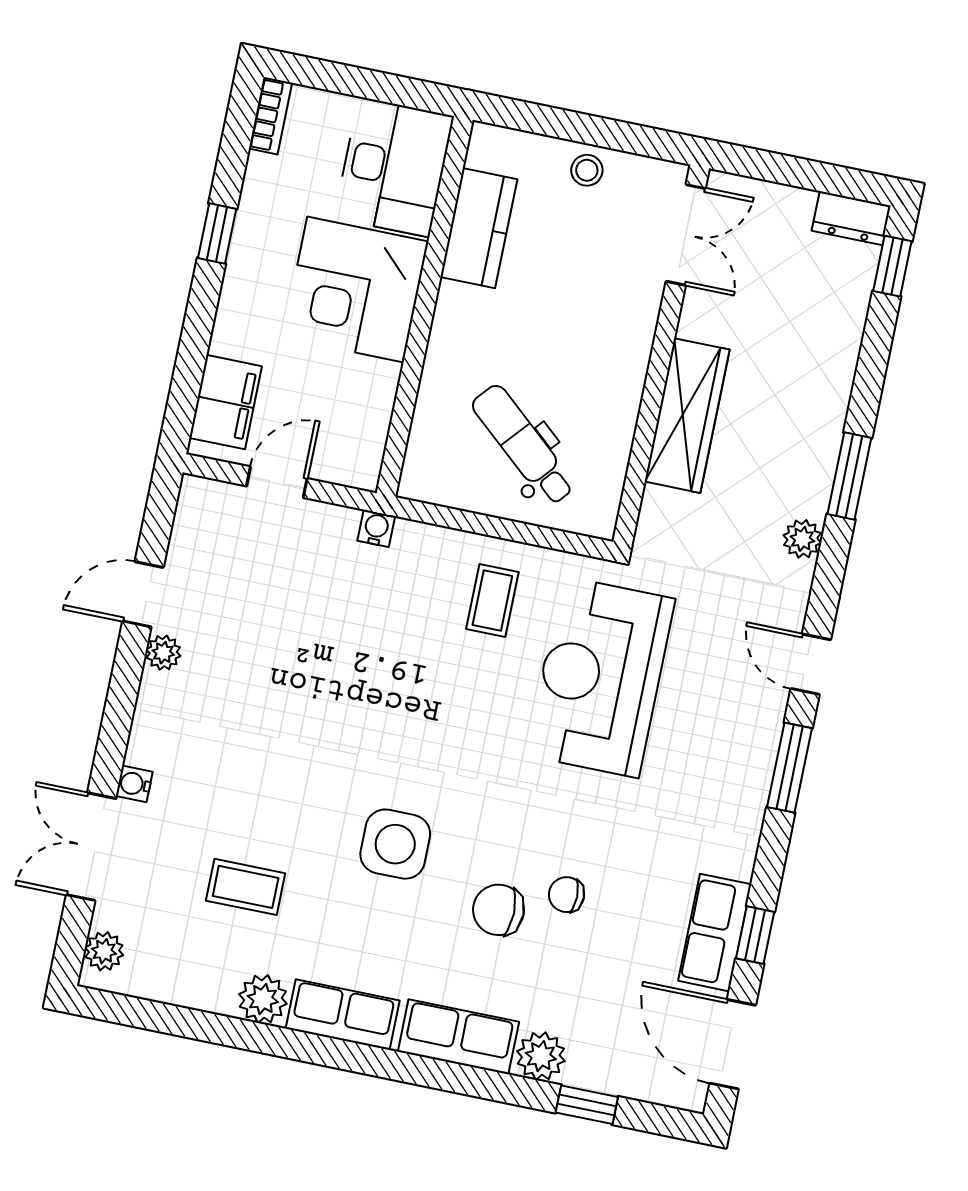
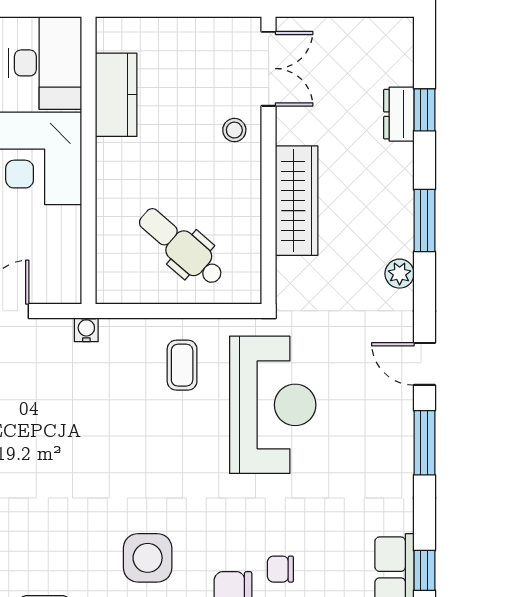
stool: (587, 170) -> (234, 130), moved
dresser: (851, 218) -> (399, 114), moved, turned 90
window: (892, 266) -> (424, 110), moved
reception desk: (601, 677) -> (273, 405), turned 180

